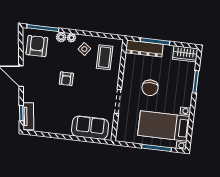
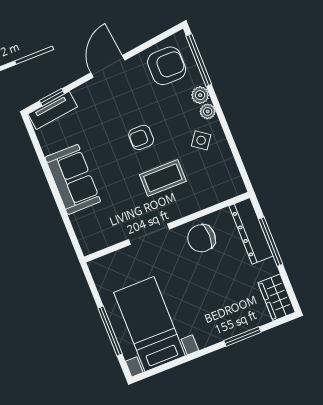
coffee table: (105, 57) -> (163, 178), moved
chair: (150, 88) -> (202, 238), moved
sofa: (90, 128) -> (73, 179), moved

